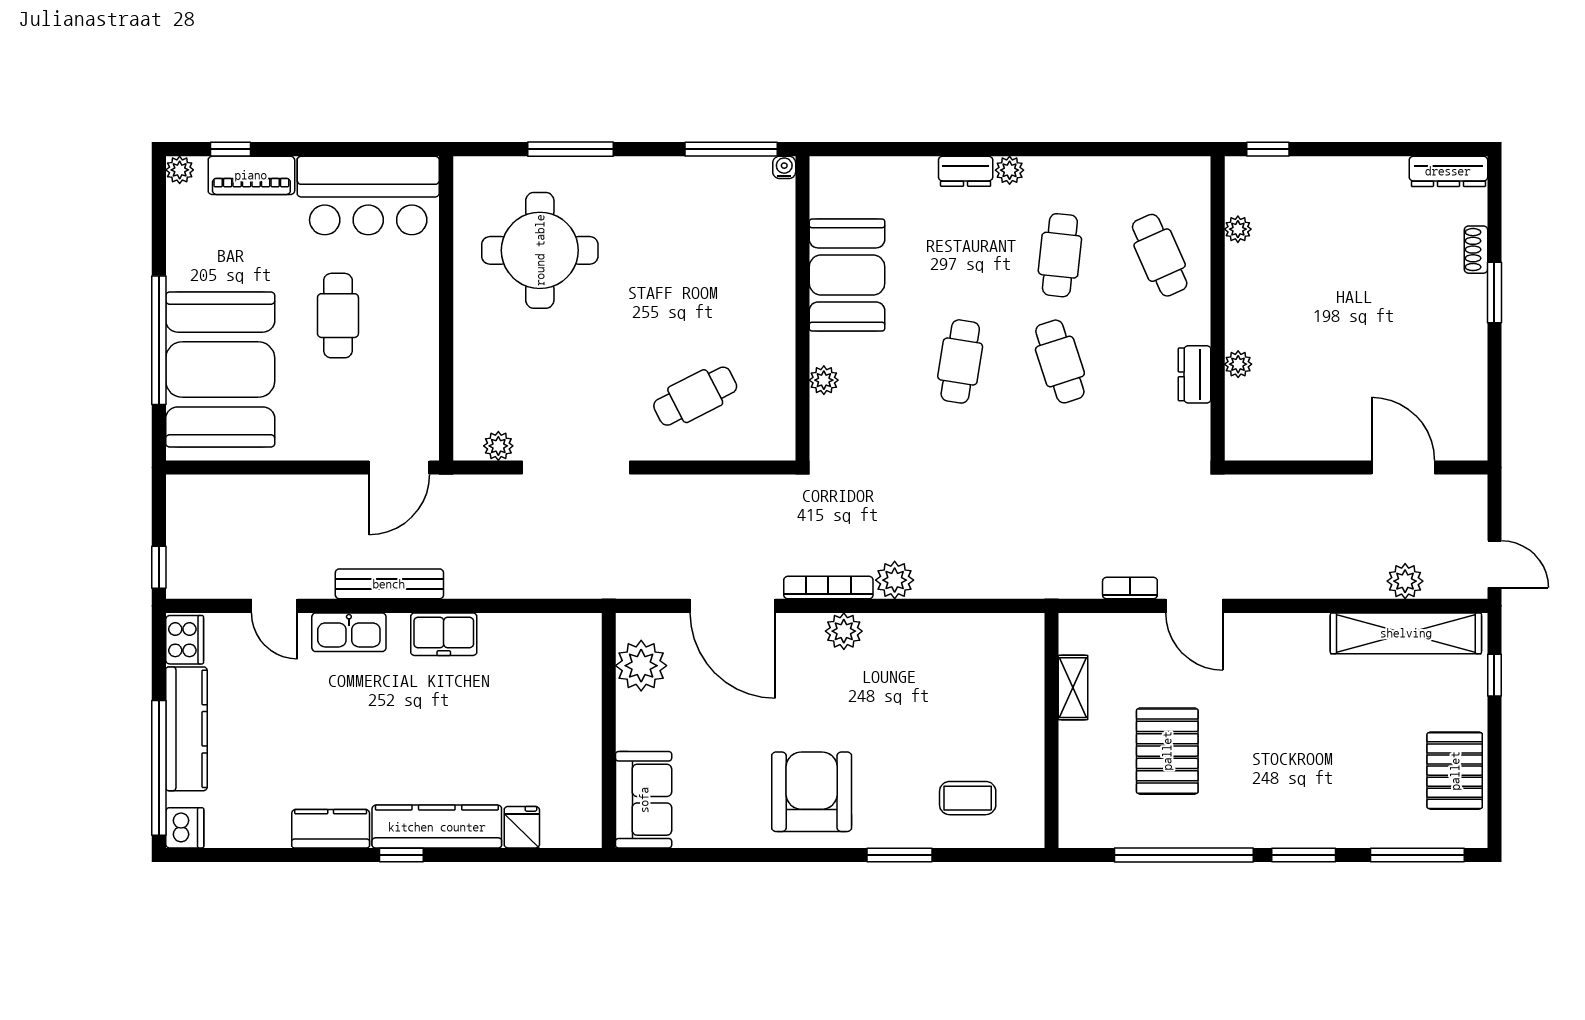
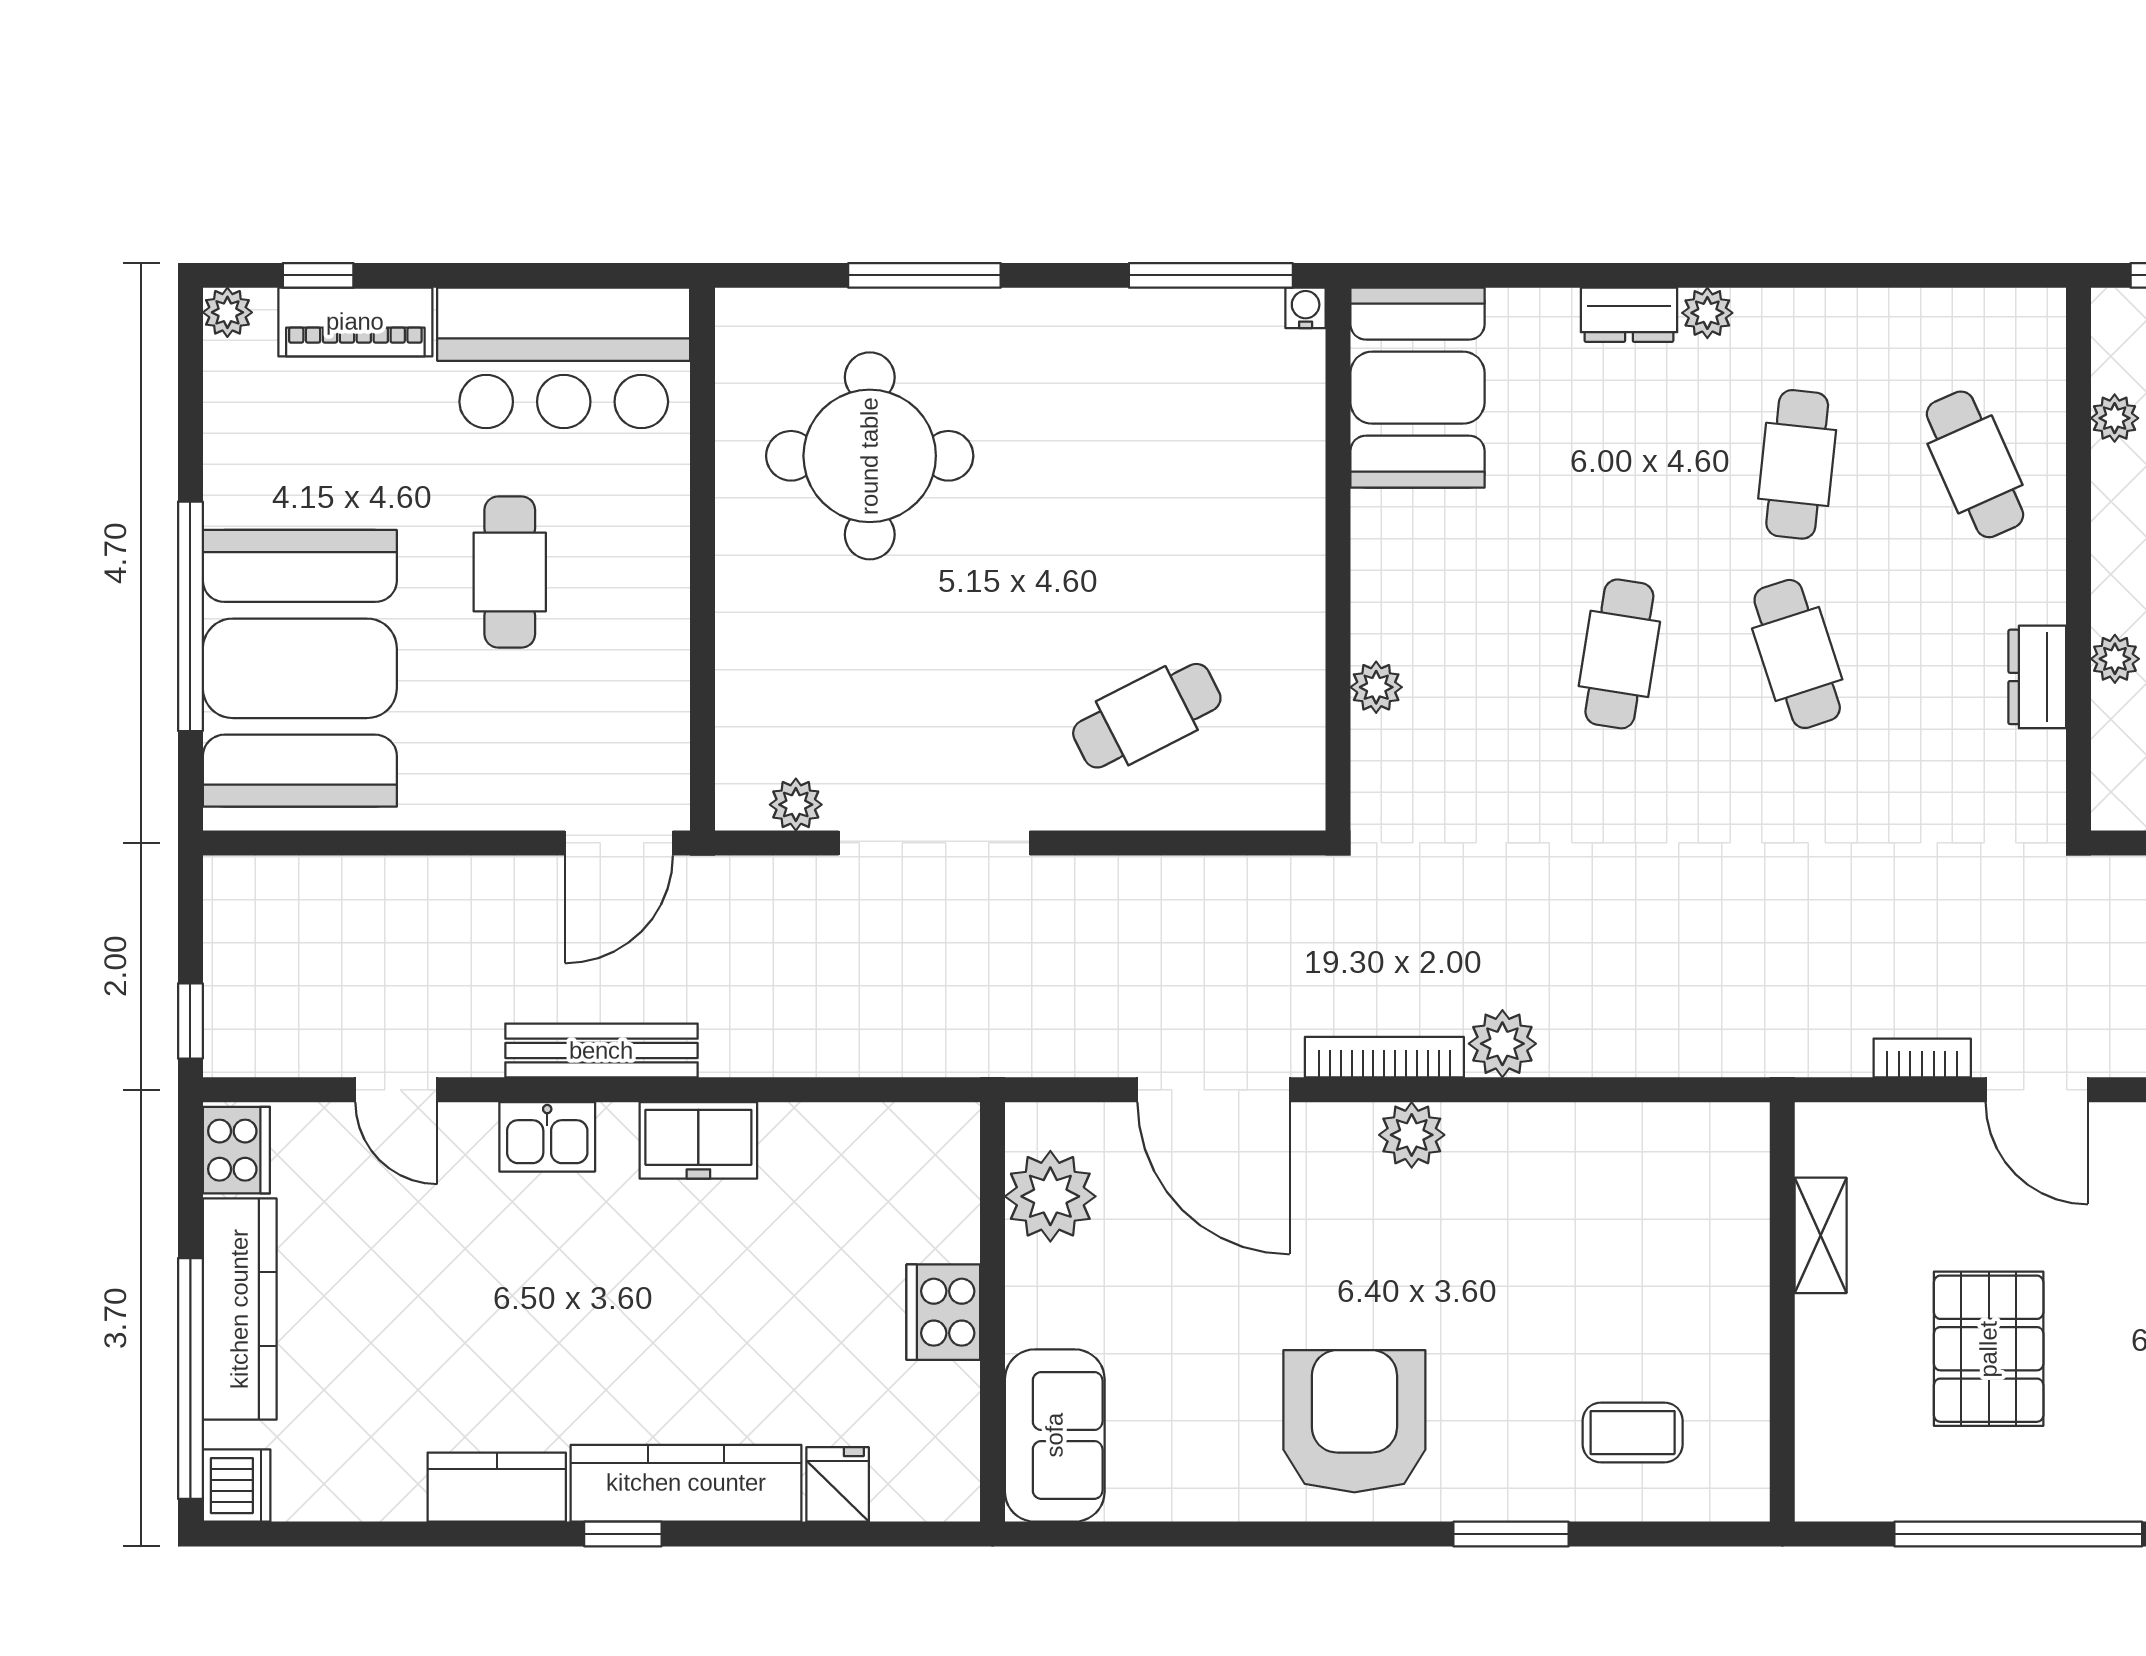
booth: (847, 275) -> (1417, 388), moved
kitchen sink: (349, 632) -> (547, 1137), width x0.73
cooker: (581, 731) -> (943, 1312), added

